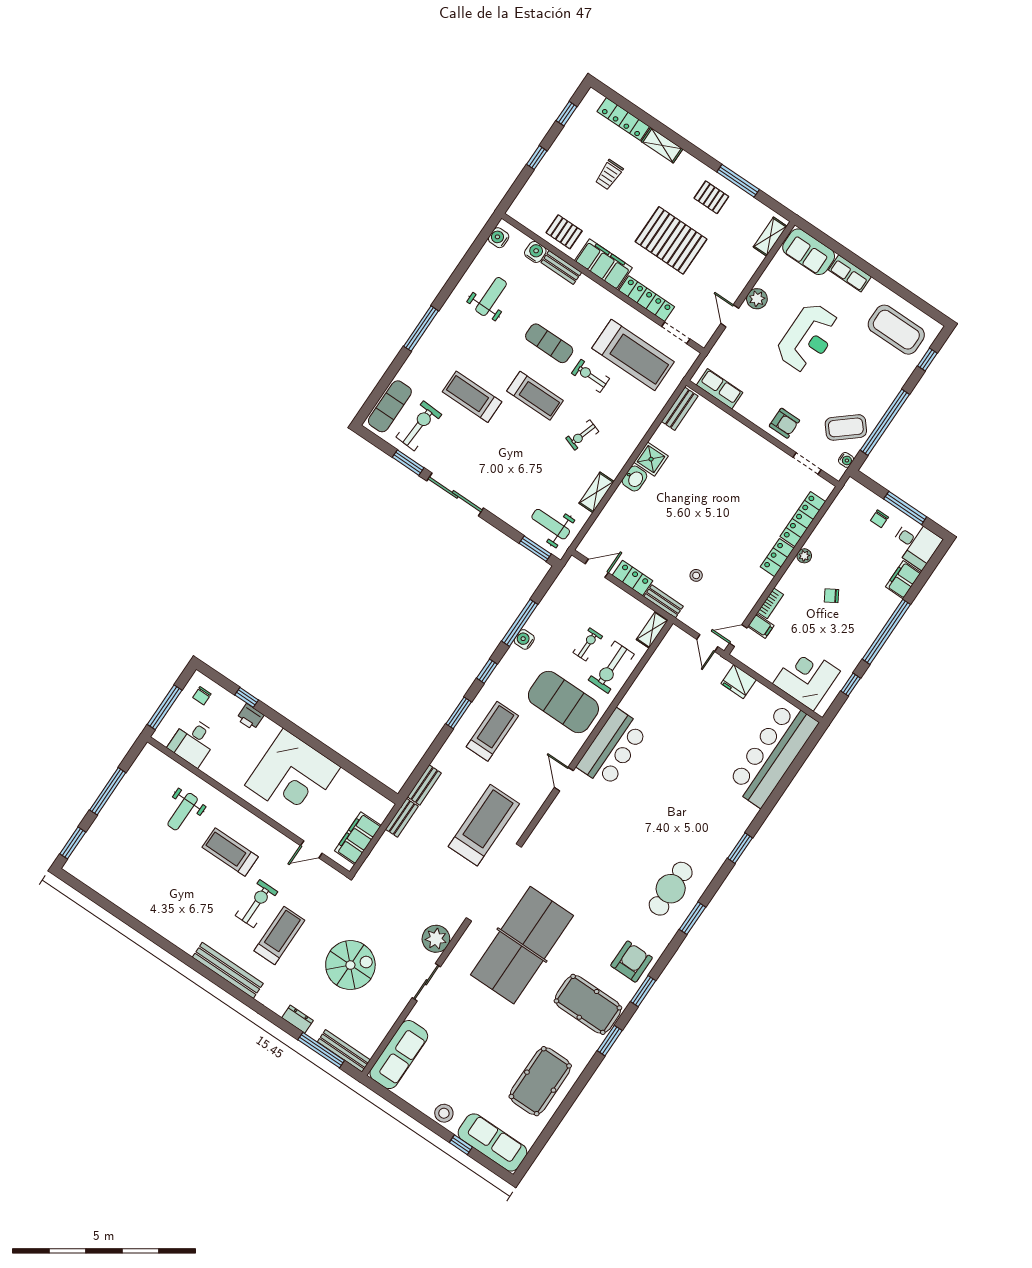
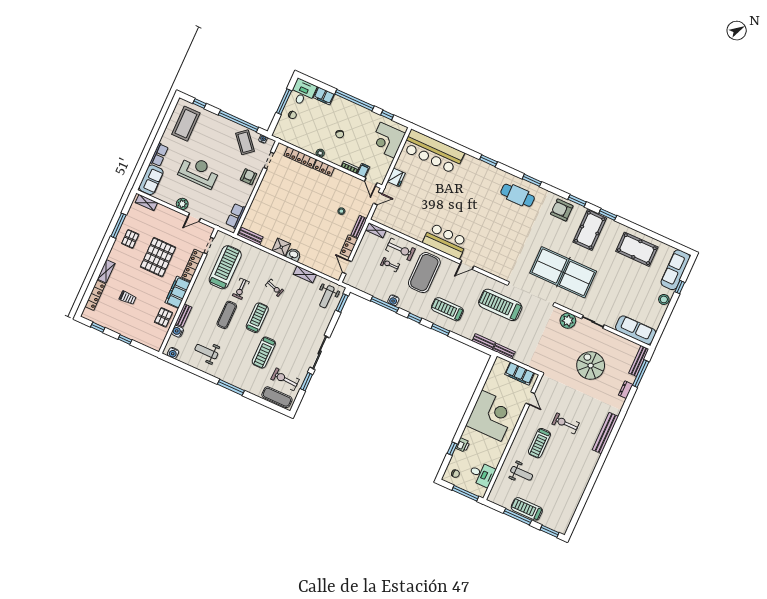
treadmill: (279, 935) -> (527, 509), moved

